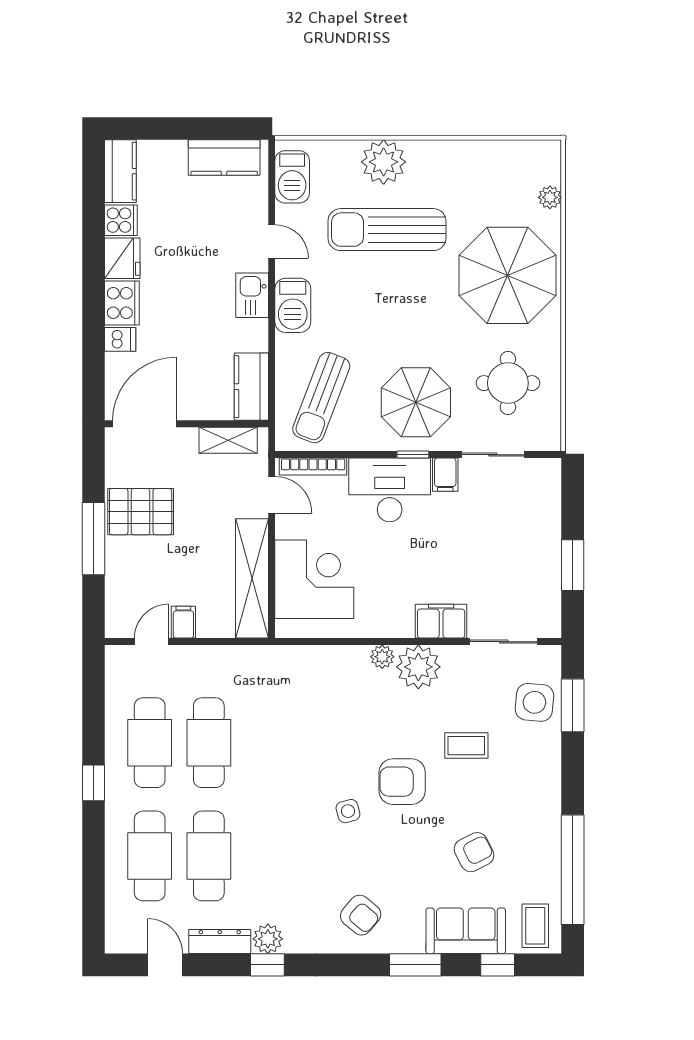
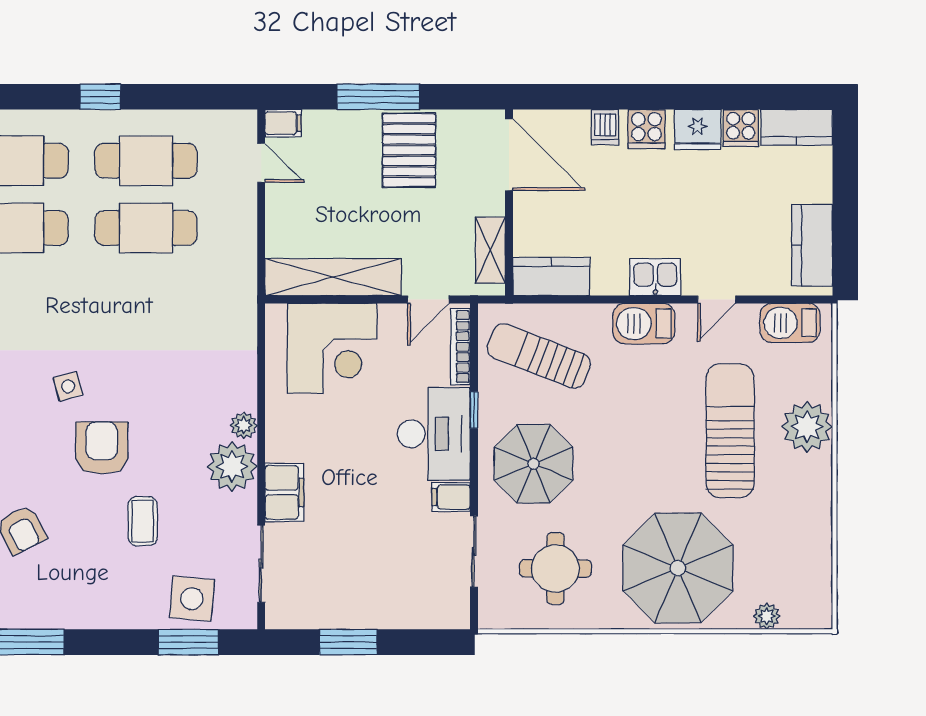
cooker: (122, 303) -> (647, 129), width x0.73
window: (413, 455) -> (474, 410), moved
filing cabinet: (183, 622) -> (283, 123), moved

